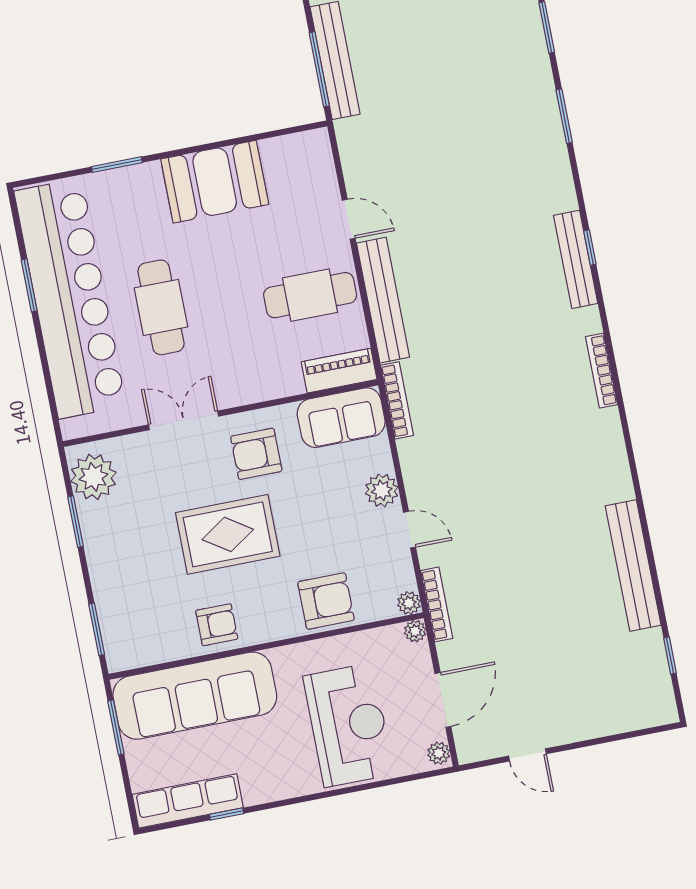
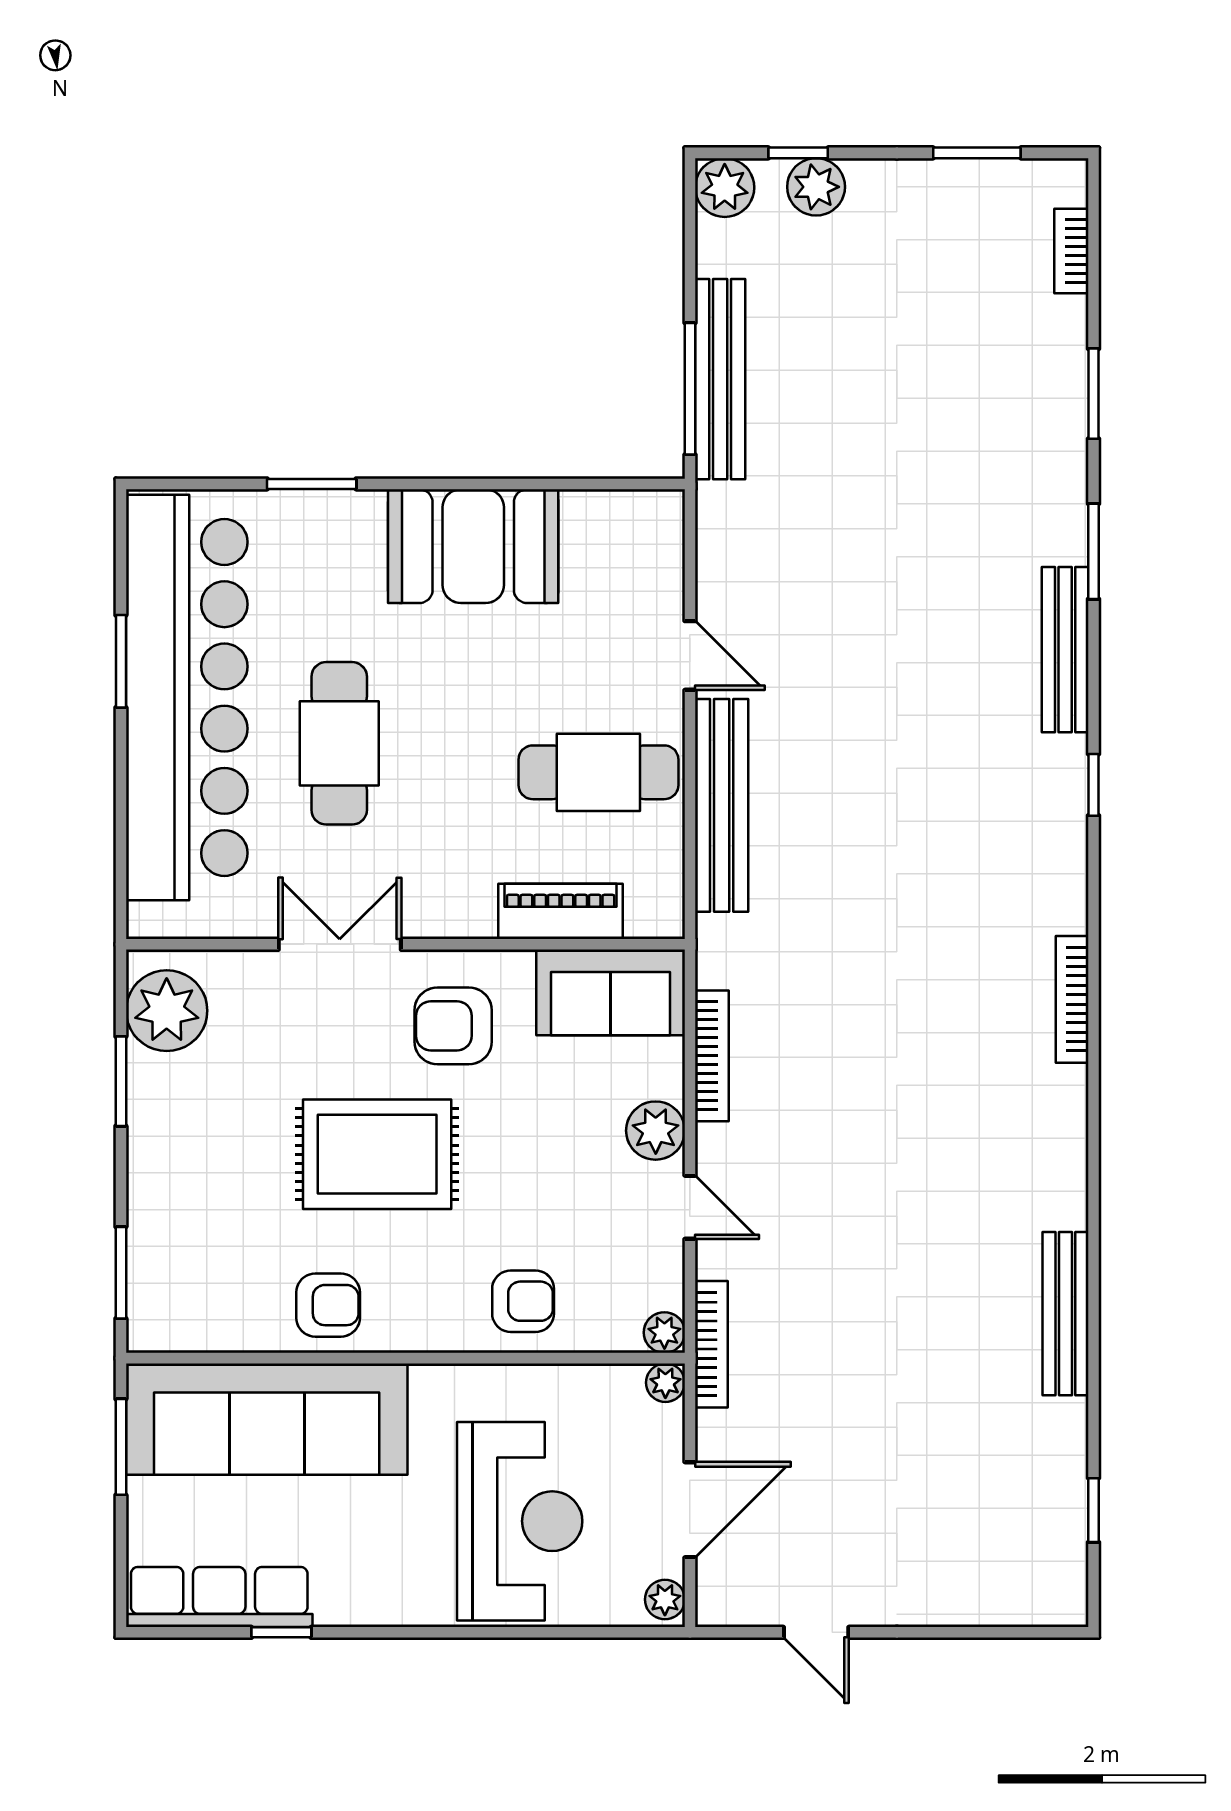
bench: (576, 259) -> (1065, 650), moved
piano: (339, 371) -> (561, 911), moved
bookcase: (397, 400) -> (712, 1056), moved
bench: (633, 565) -> (1065, 1314), width x0.73, depth x0.82
armchair: (326, 601) -> (523, 1301), width x0.72, depth x0.72

